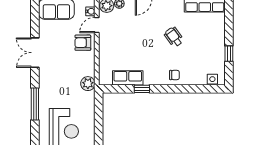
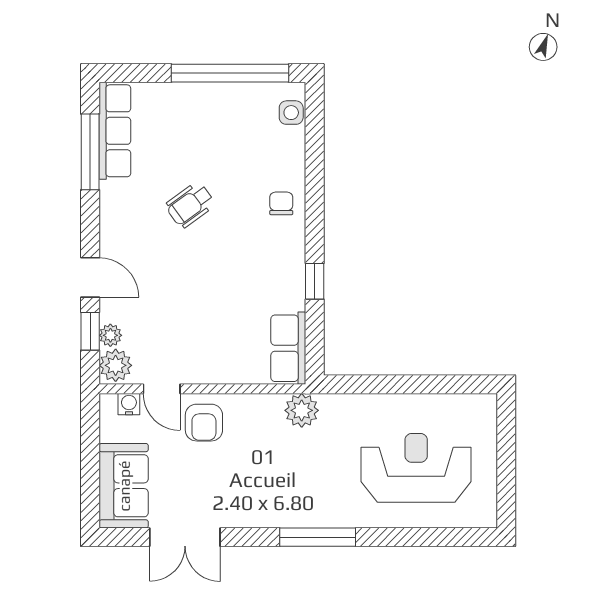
double door: (35, 53) -> (185, 537), moved
window: (229, 54) -> (230, 73), width x3.17
row of seats: (128, 78) -> (288, 348), moved
window: (35, 104) -> (318, 537), moved

